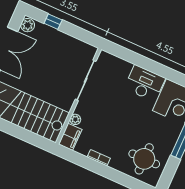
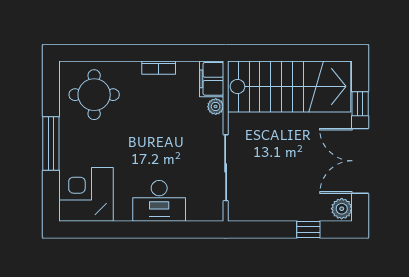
desk: (145, 83) -> (159, 201), moved

